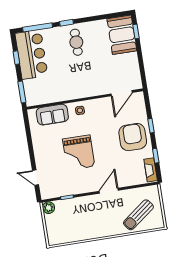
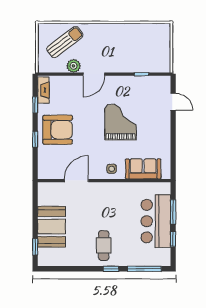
booth: (122, 35) -> (52, 227), moved
bar counter: (31, 54) -> (156, 221), moved
window: (22, 92) -> (173, 212), moved
door: (122, 93) -> (76, 181), moved
armchair: (133, 137) -> (58, 130), turned -90
plant: (49, 208) -> (74, 66), moved

